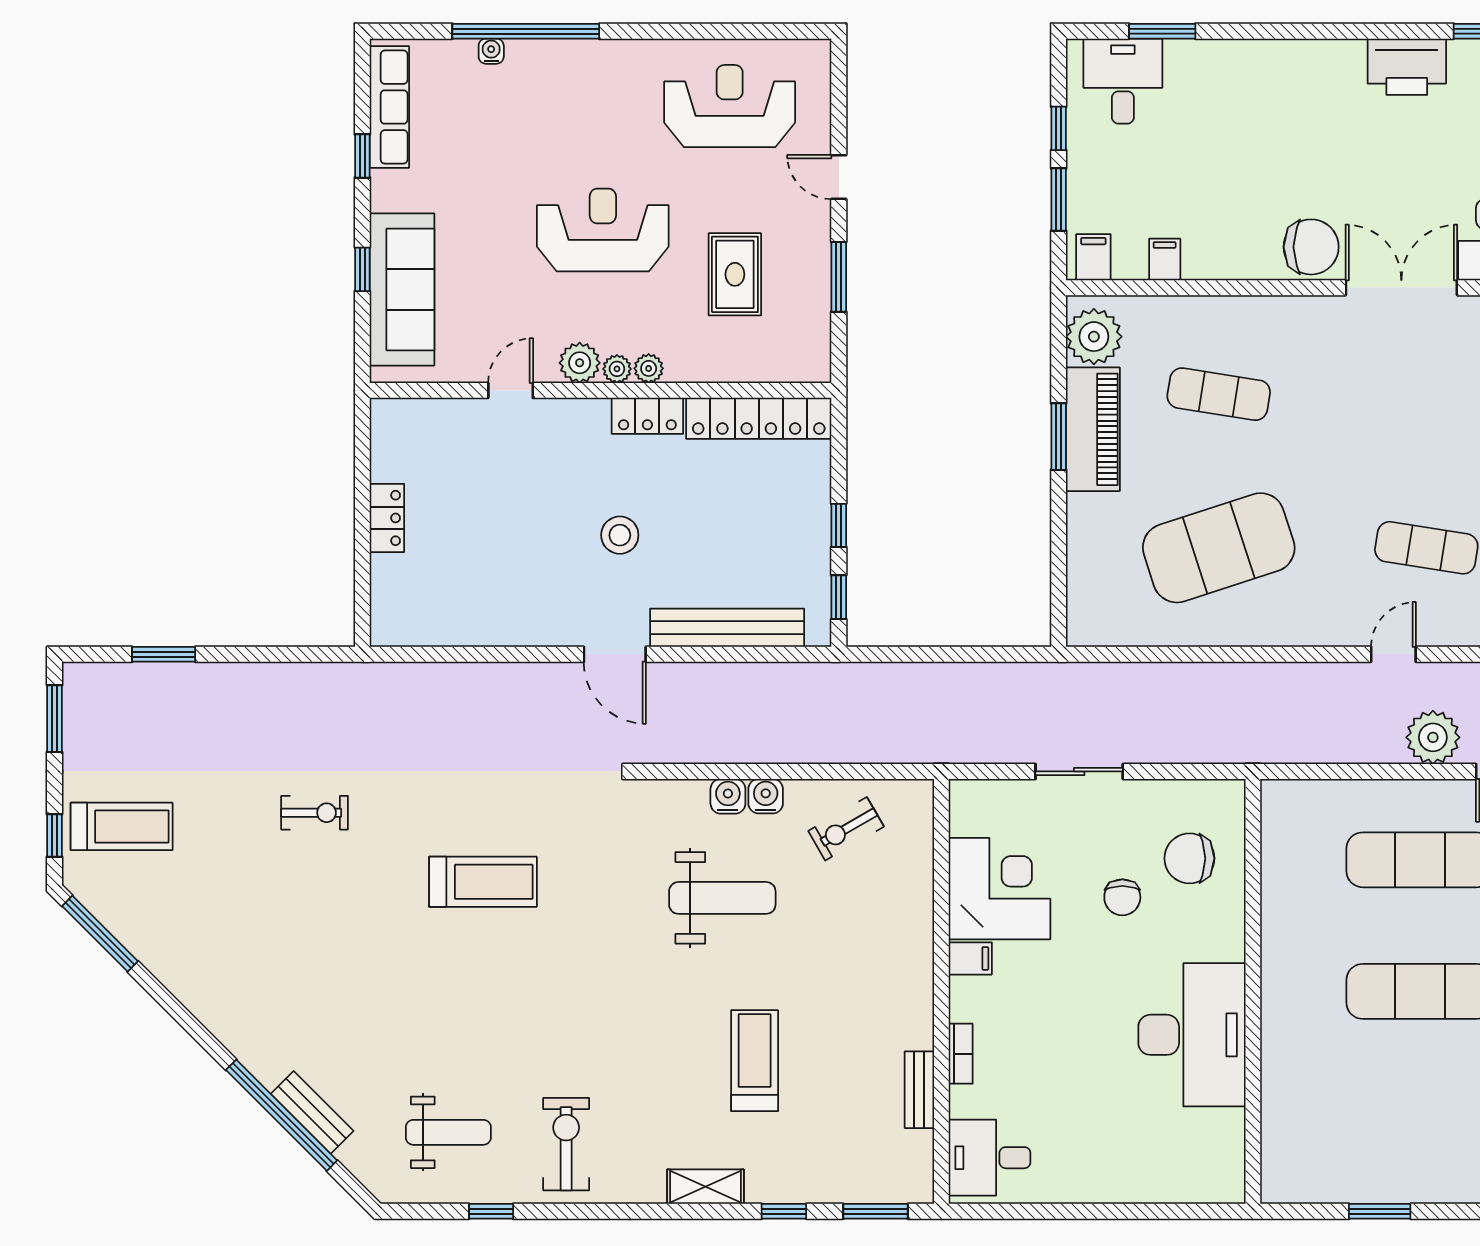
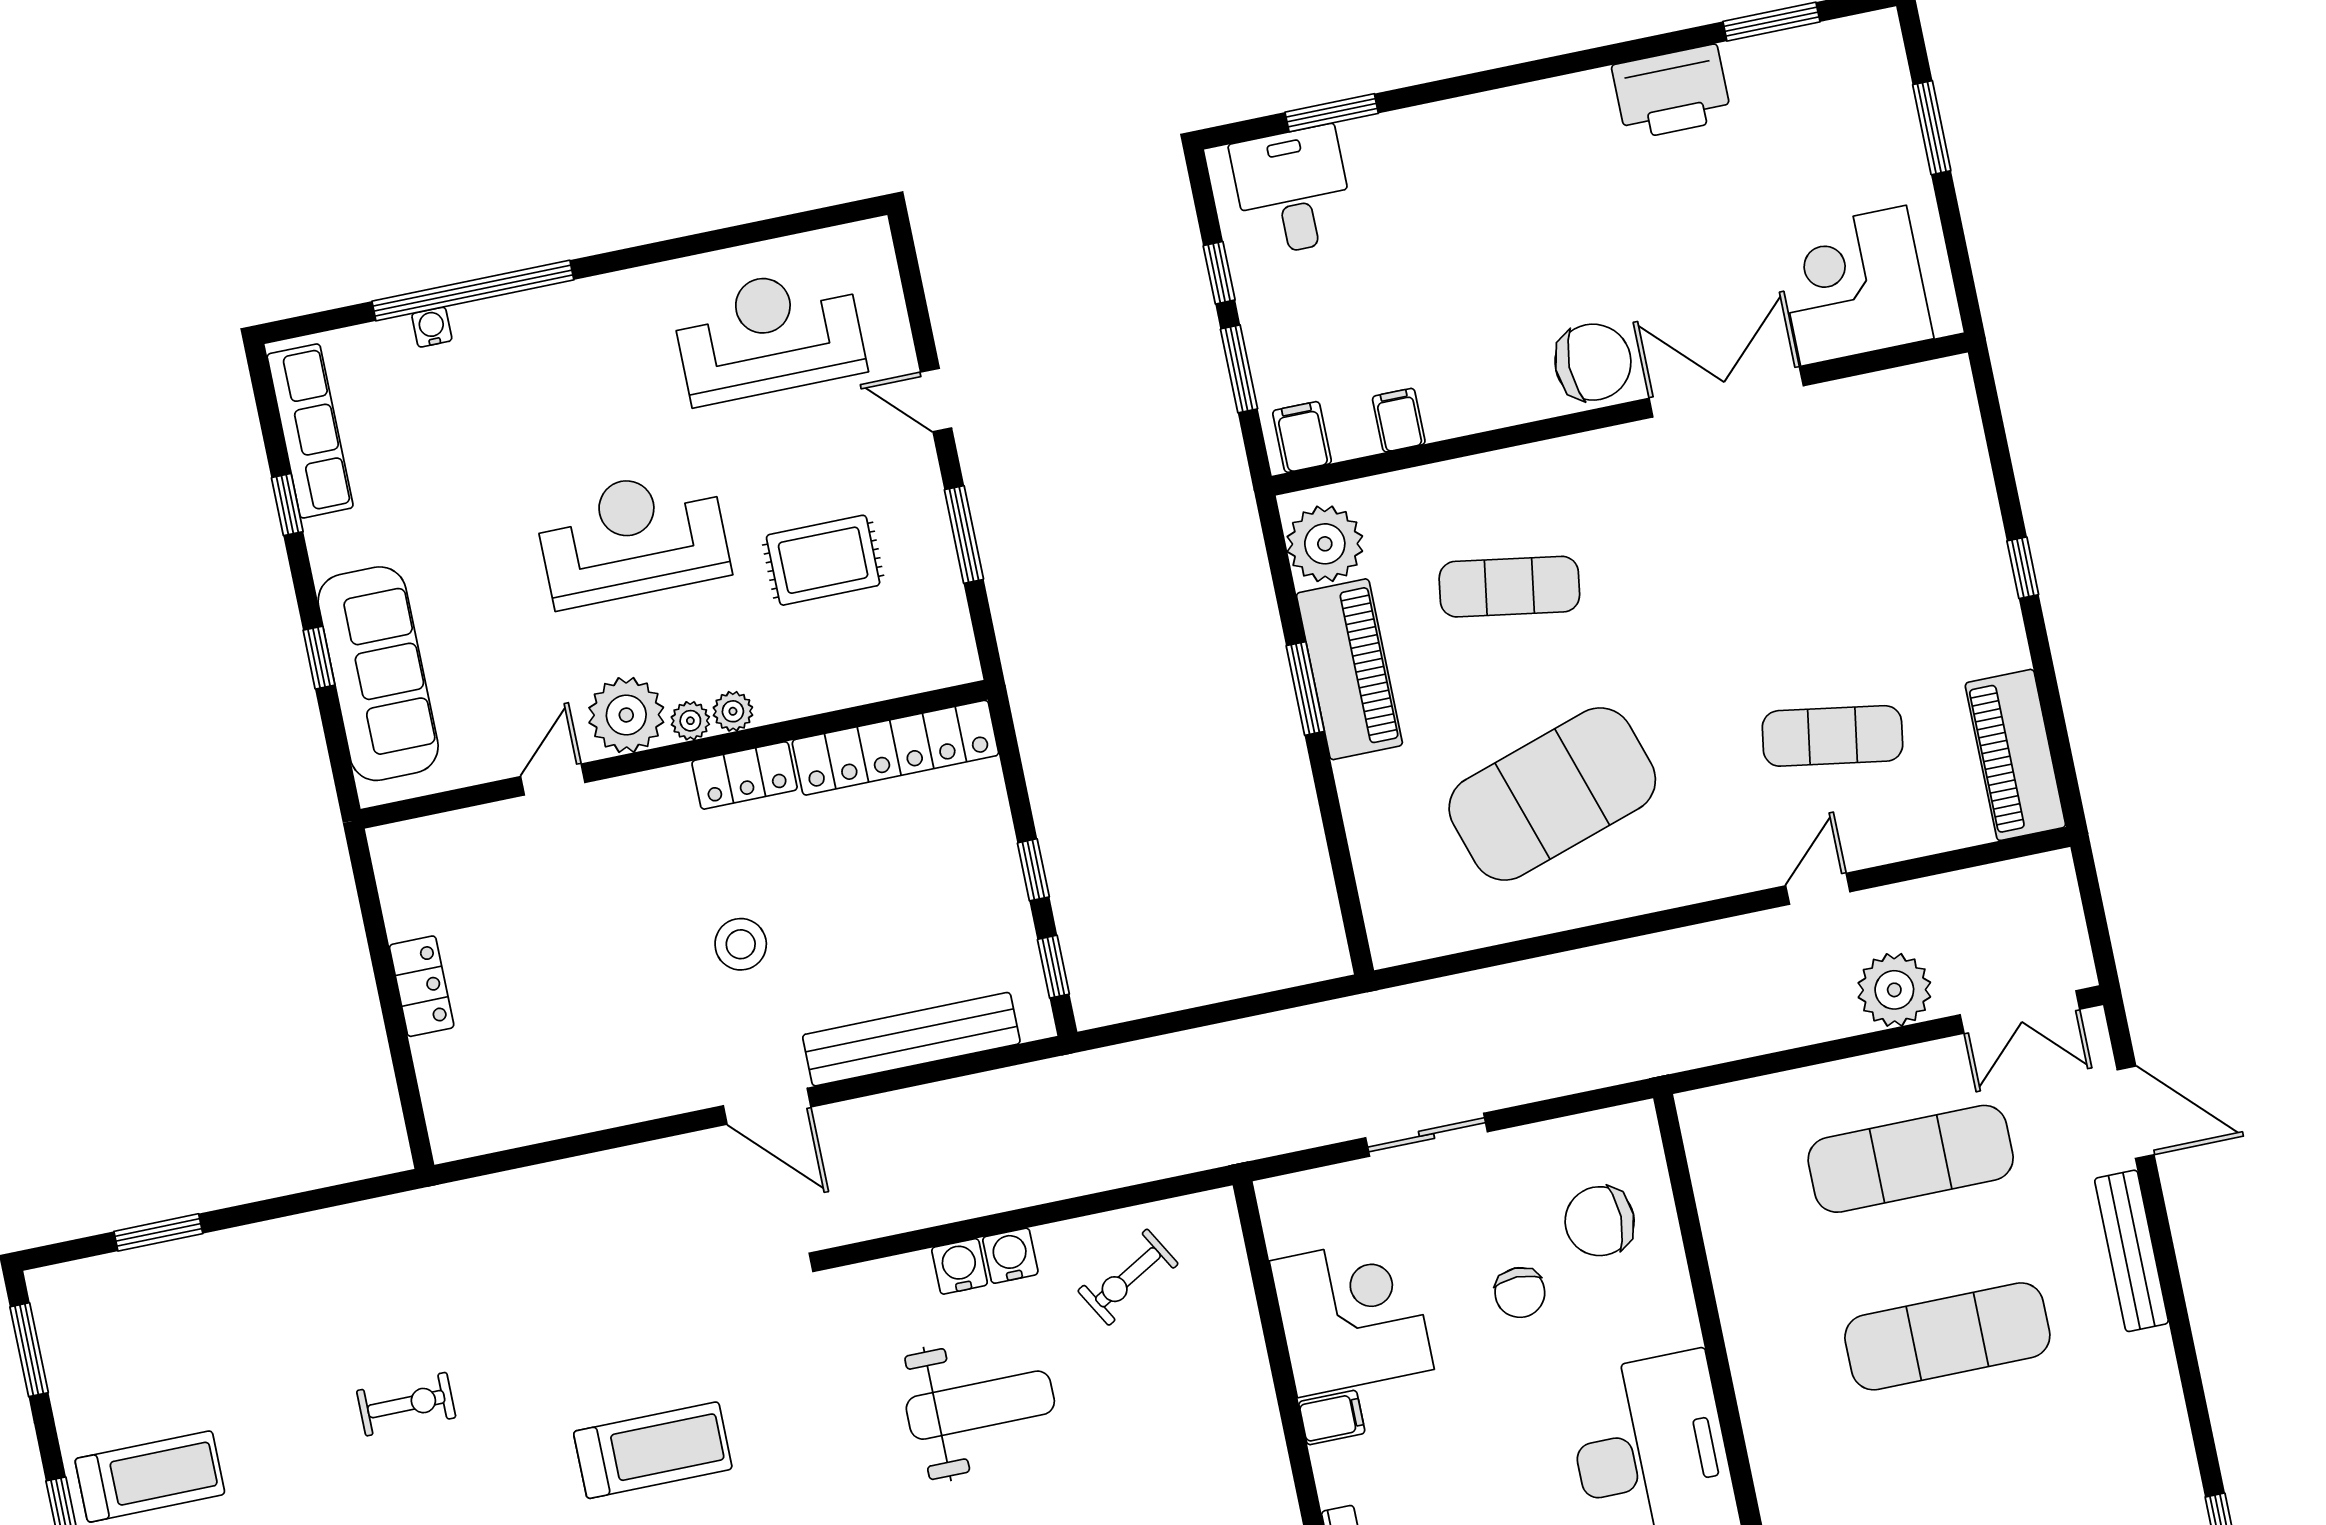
rug: (735, 274) -> (823, 560), turned 90
plant: (580, 363) -> (626, 715), width x1.36, depth x1.36

